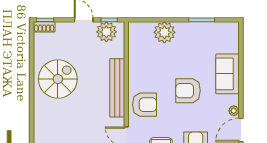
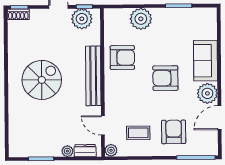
spiral stairs: (58, 79) -> (42, 80), moved
armchair: (145, 105) -> (122, 58), moved
plant: (234, 111) -> (207, 93), width x1.88, depth x1.88

